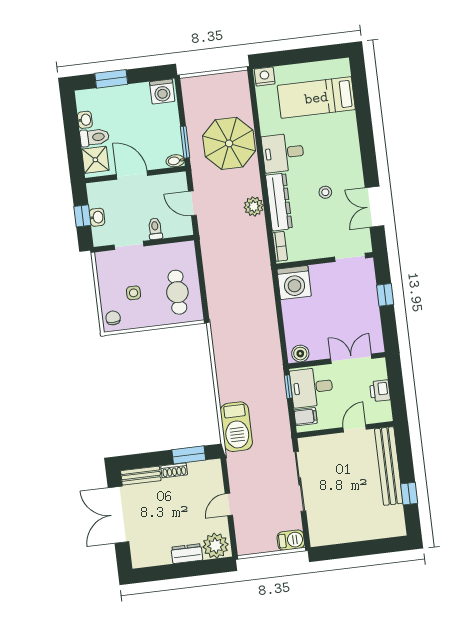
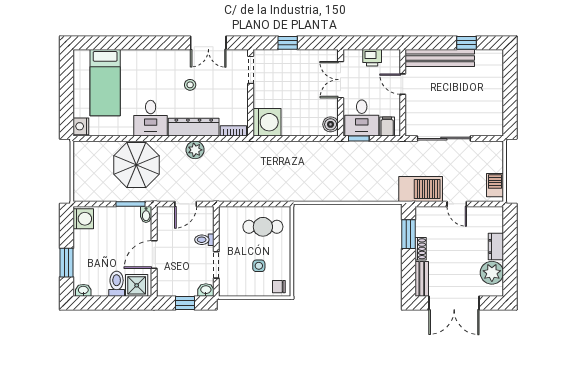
washbasin: (85, 120) -> (83, 290), moved
washbasin: (97, 217) -> (206, 290), moved
barbecue: (236, 427) -> (421, 189), moved
barbecue: (291, 540) -> (495, 185), moved
plant: (216, 546) -> (492, 273), moved

